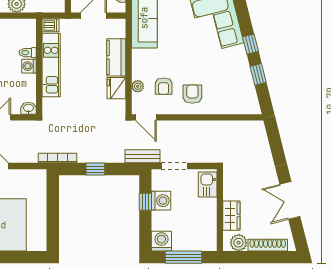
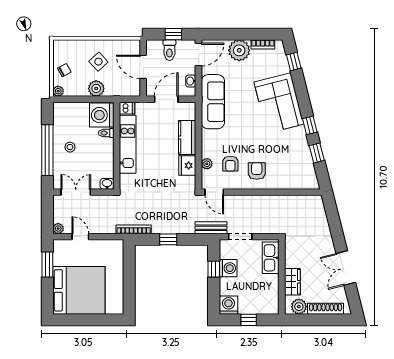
washing machine: (29, 66) -> (102, 115), moved, width x1.89, depth x1.89
kitchen sink: (208, 185) -> (271, 258), width x1.38
window: (184, 257) -> (249, 320), width x0.46

